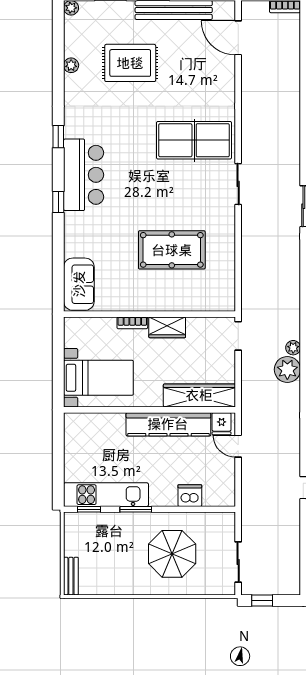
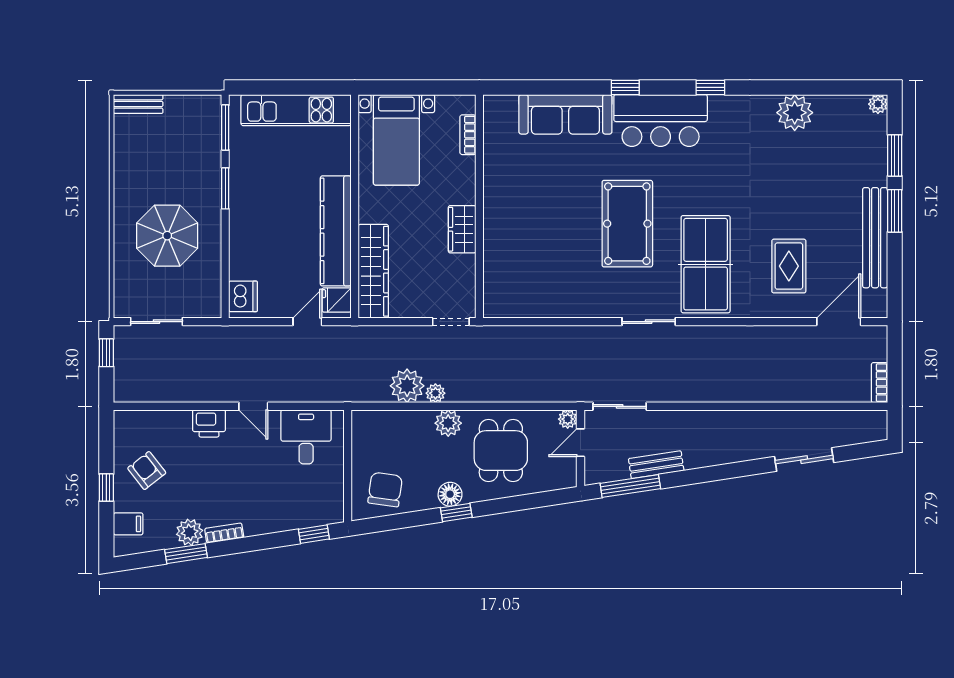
rug: (130, 63) -> (789, 266), moved, width x0.73, depth x0.70
plant: (71, 65) -> (795, 113), width x1.88, depth x1.88
pool table: (172, 250) -> (627, 224), moved
sofa: (79, 284) -> (565, 114), moved, width x1.36
bookcase: (132, 323) -> (468, 135), moved
kitchen unit: (106, 495) -> (296, 110), moved, turned 90
dishwasher: (190, 496) -> (243, 296), moved
window: (89, 509) -> (225, 127), width x1.50

